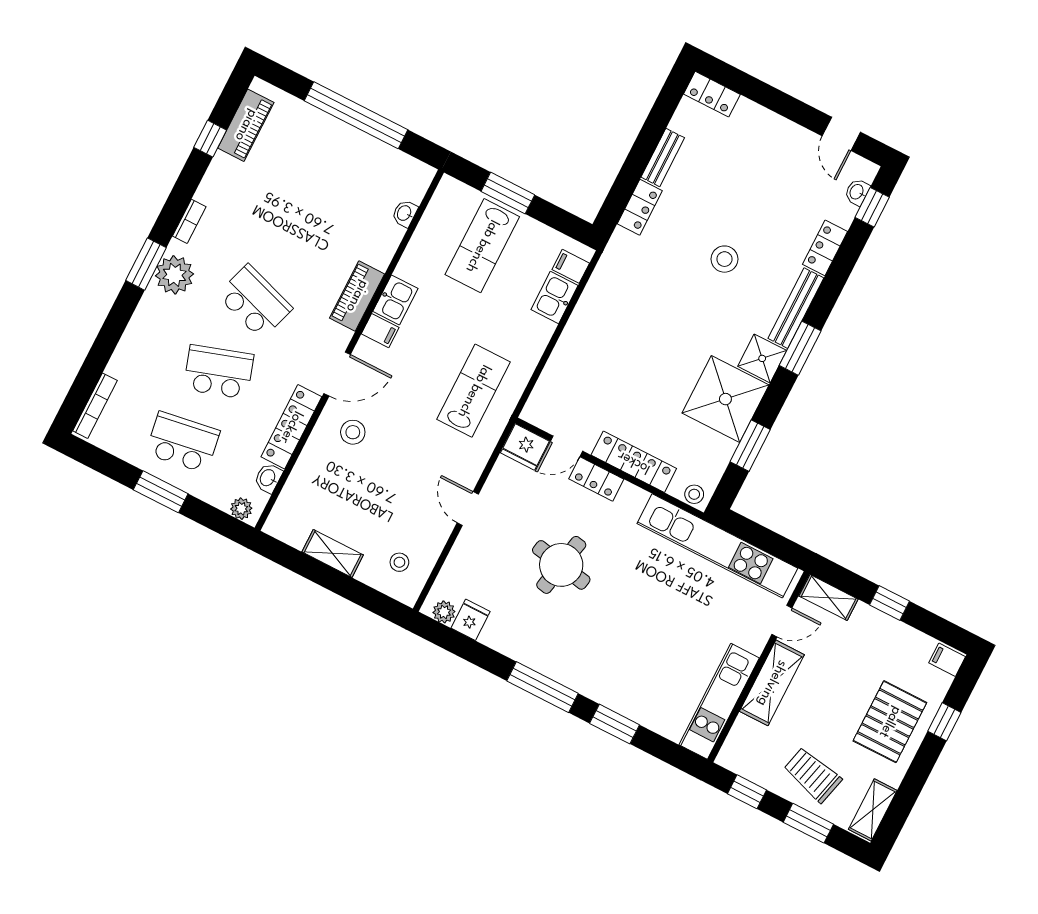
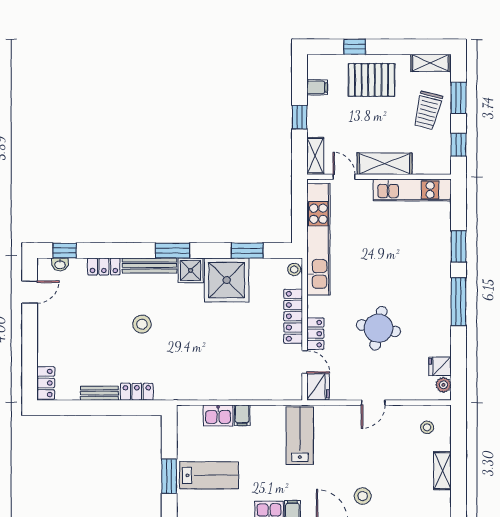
filing cabinet: (571, 266) -> (242, 415), moved
lab bench: (474, 391) -> (300, 436), turned 90
filing cabinet: (947, 660) -> (317, 87), moved, turned -90

